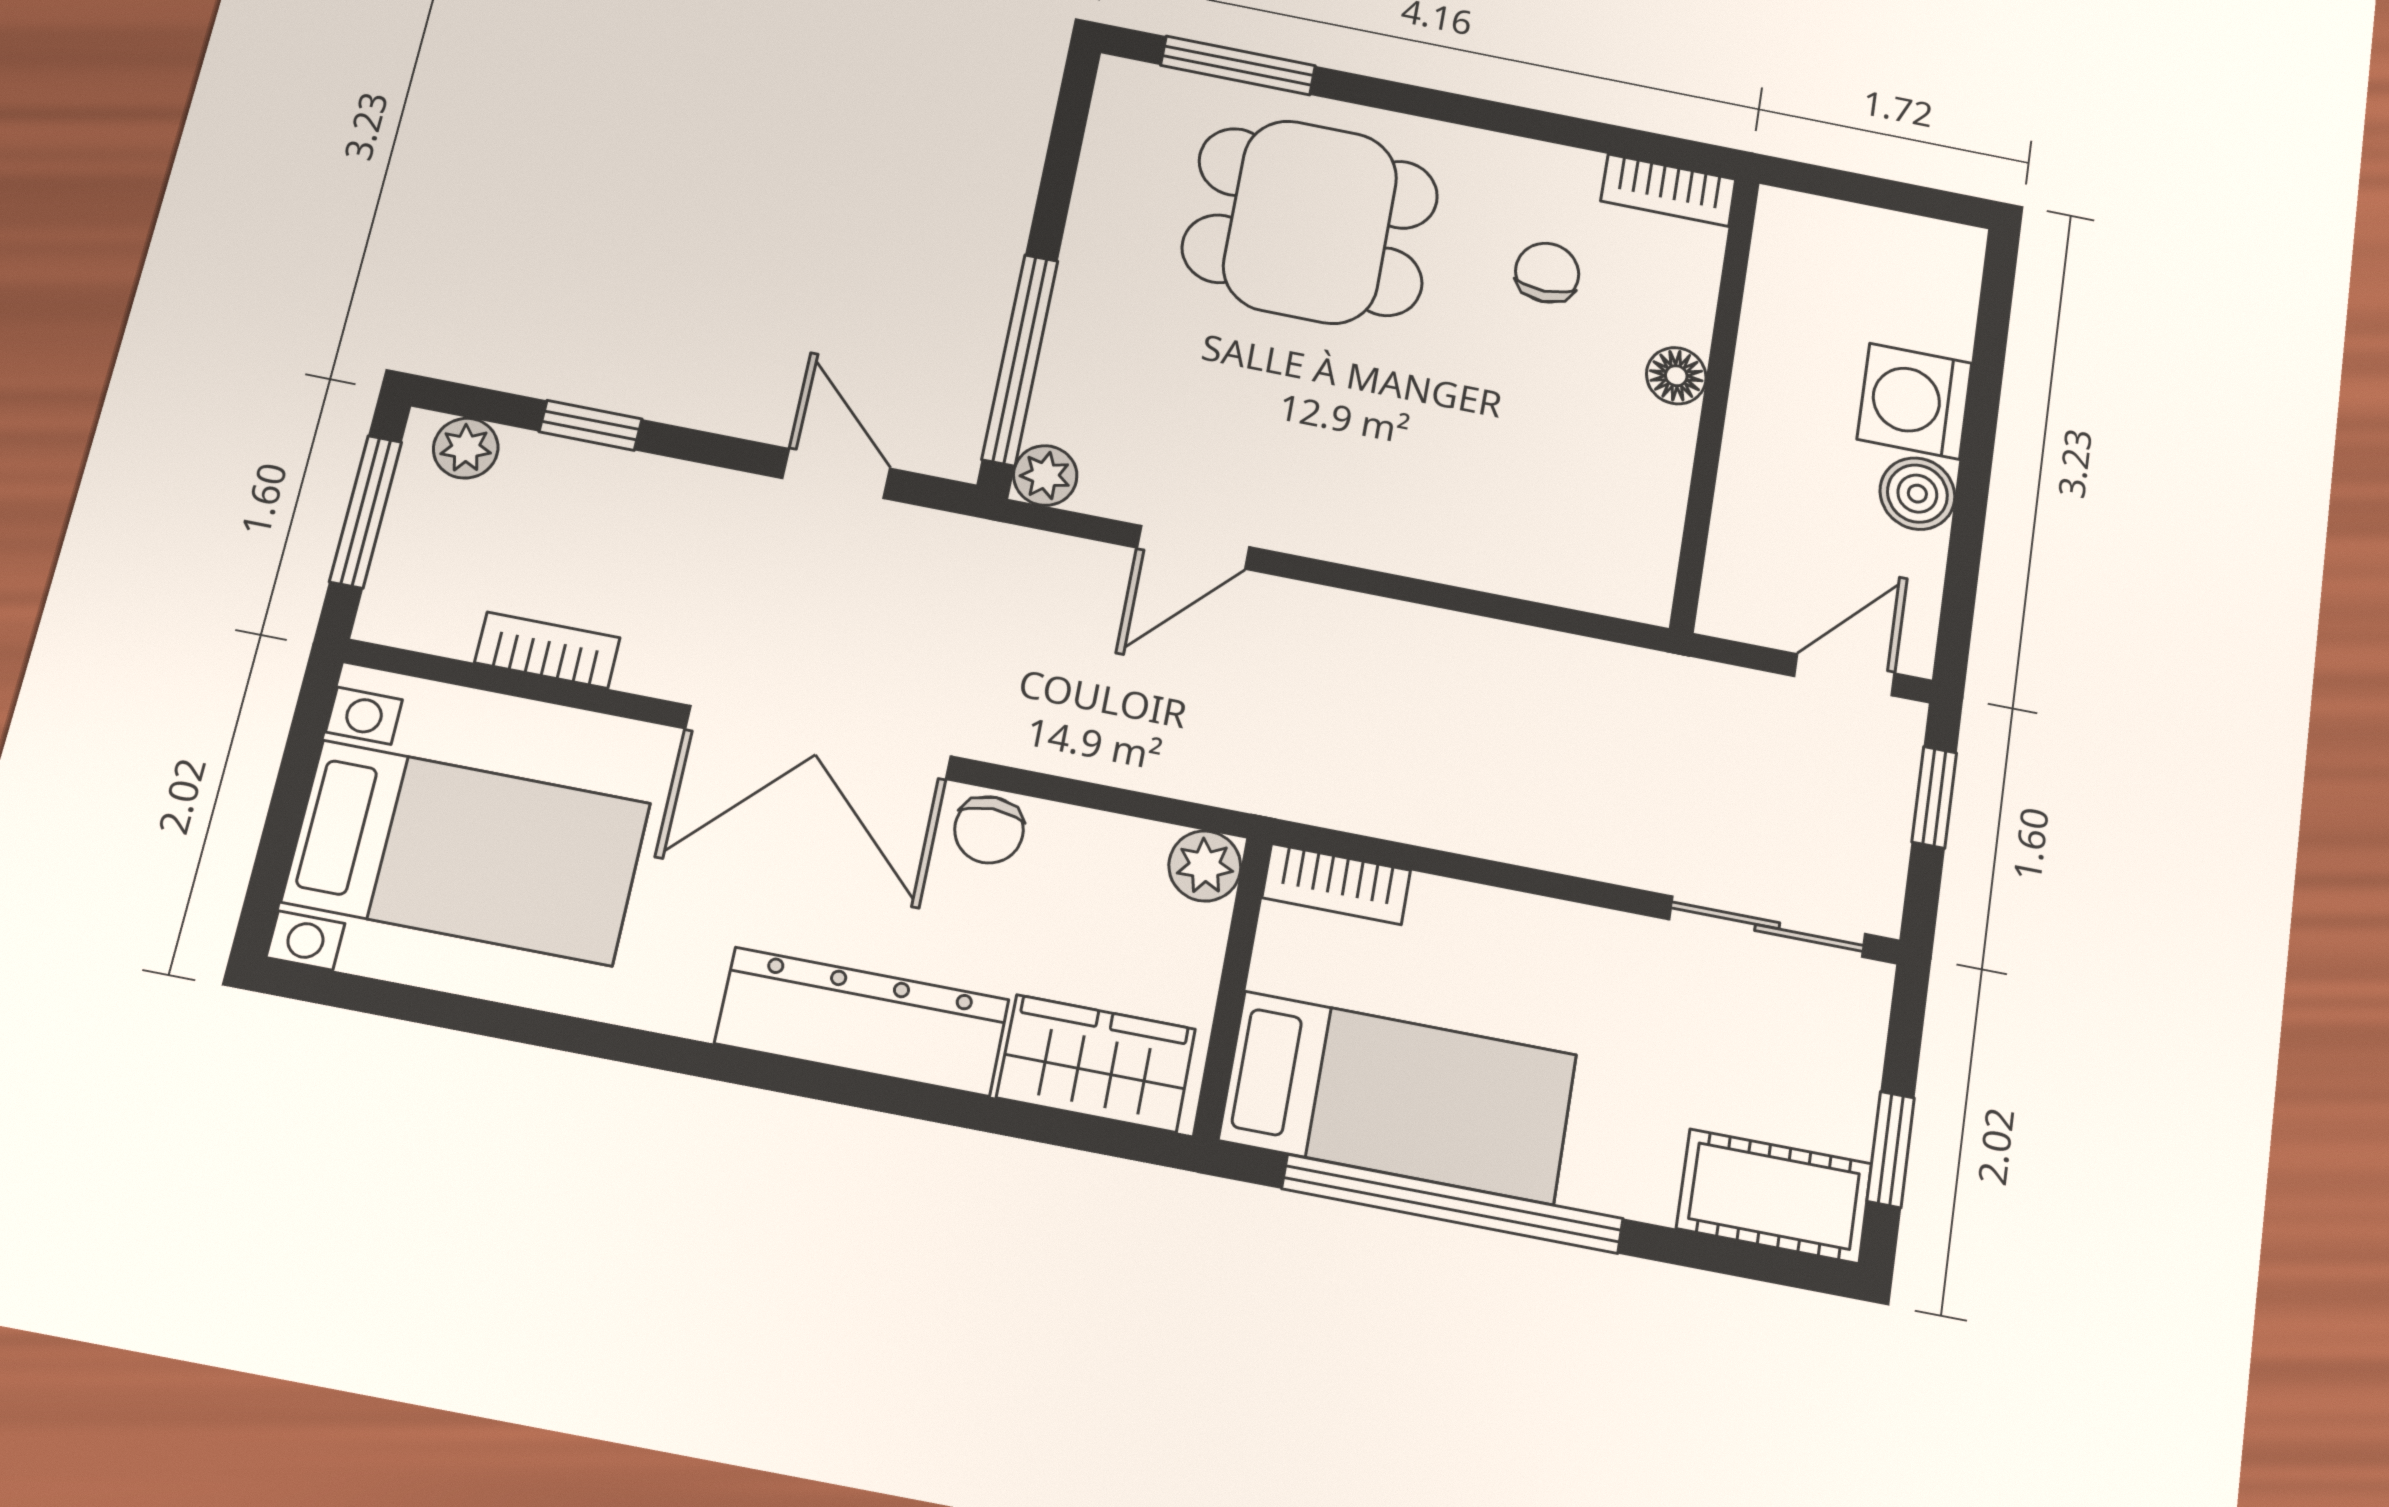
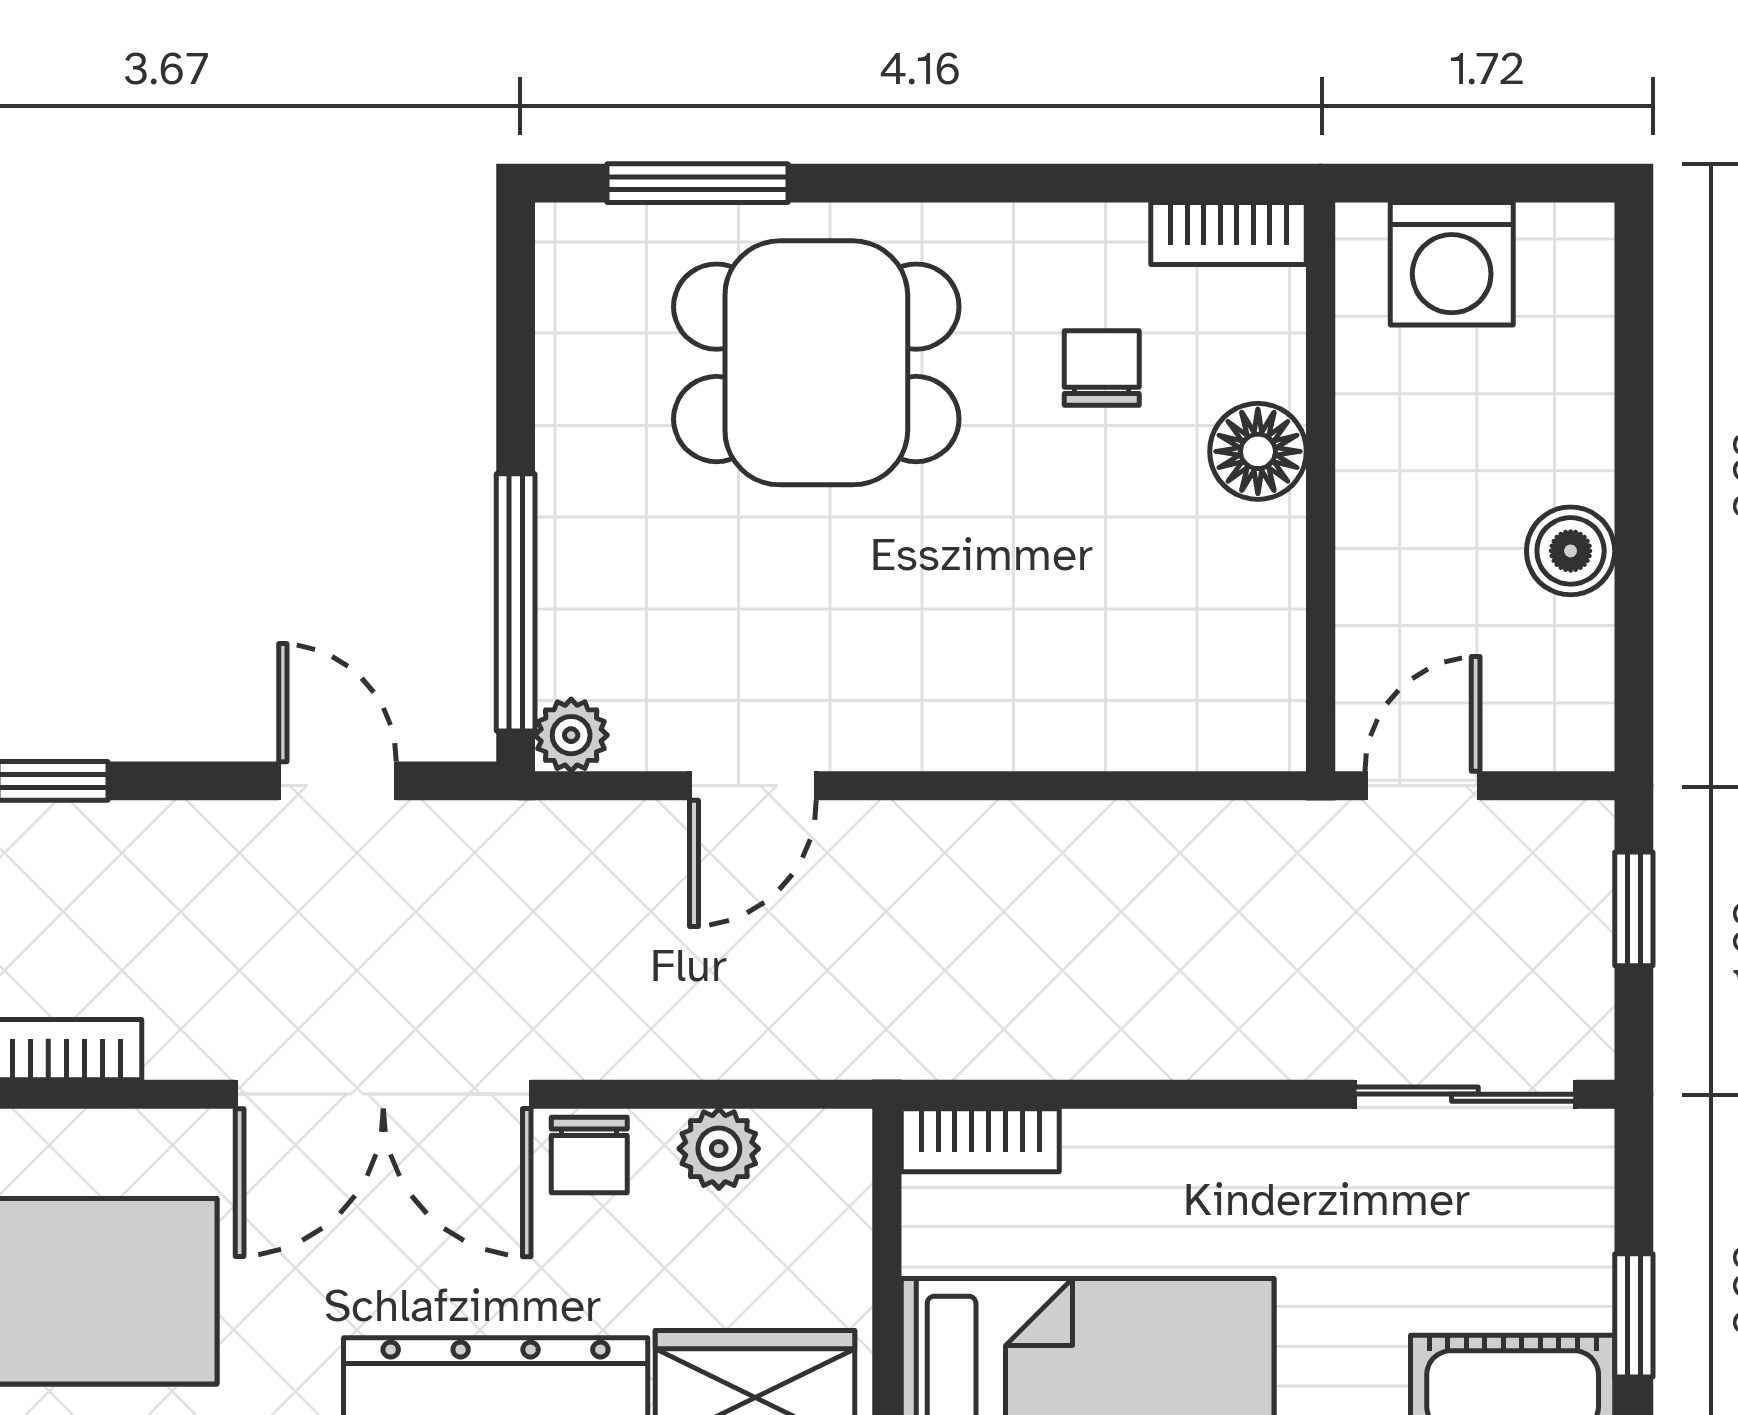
floor lamp: (1676, 376) -> (1258, 451), width x1.37, depth x1.37
washing machine: (1915, 401) -> (1452, 264), moved, turned -90
door: (1844, 675) -> (1422, 786), moved
plant: (1205, 866) -> (719, 1149), moved

